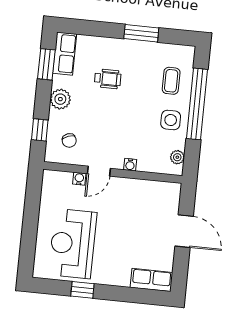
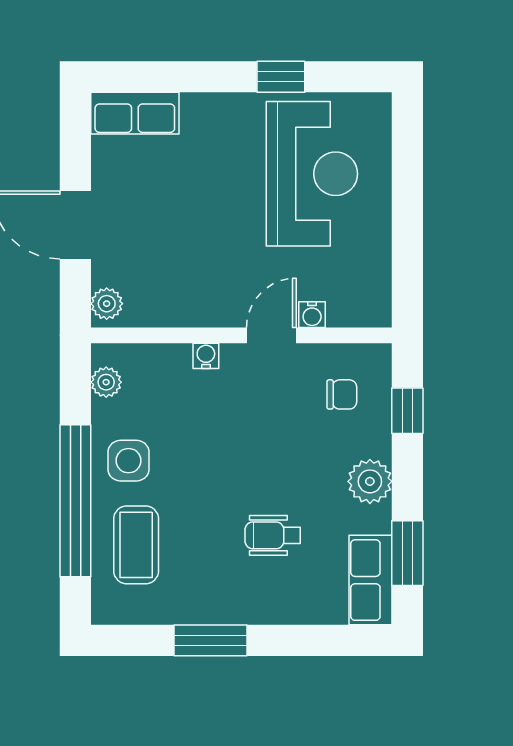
coffee table: (171, 81) -> (136, 545), width x1.36, depth x1.30
chair: (69, 141) -> (342, 394), turned 111
plant: (173, 193) -> (107, 304), added

